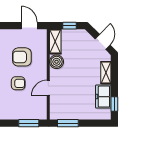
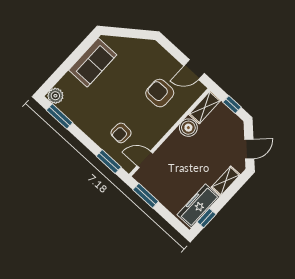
door: (29, 26) -> (194, 70), swing flipped
armchair: (18, 83) -> (121, 133), moved, turned 93
door: (48, 88) -> (145, 159), moved
freezer: (103, 97) -> (198, 206), width x1.40

